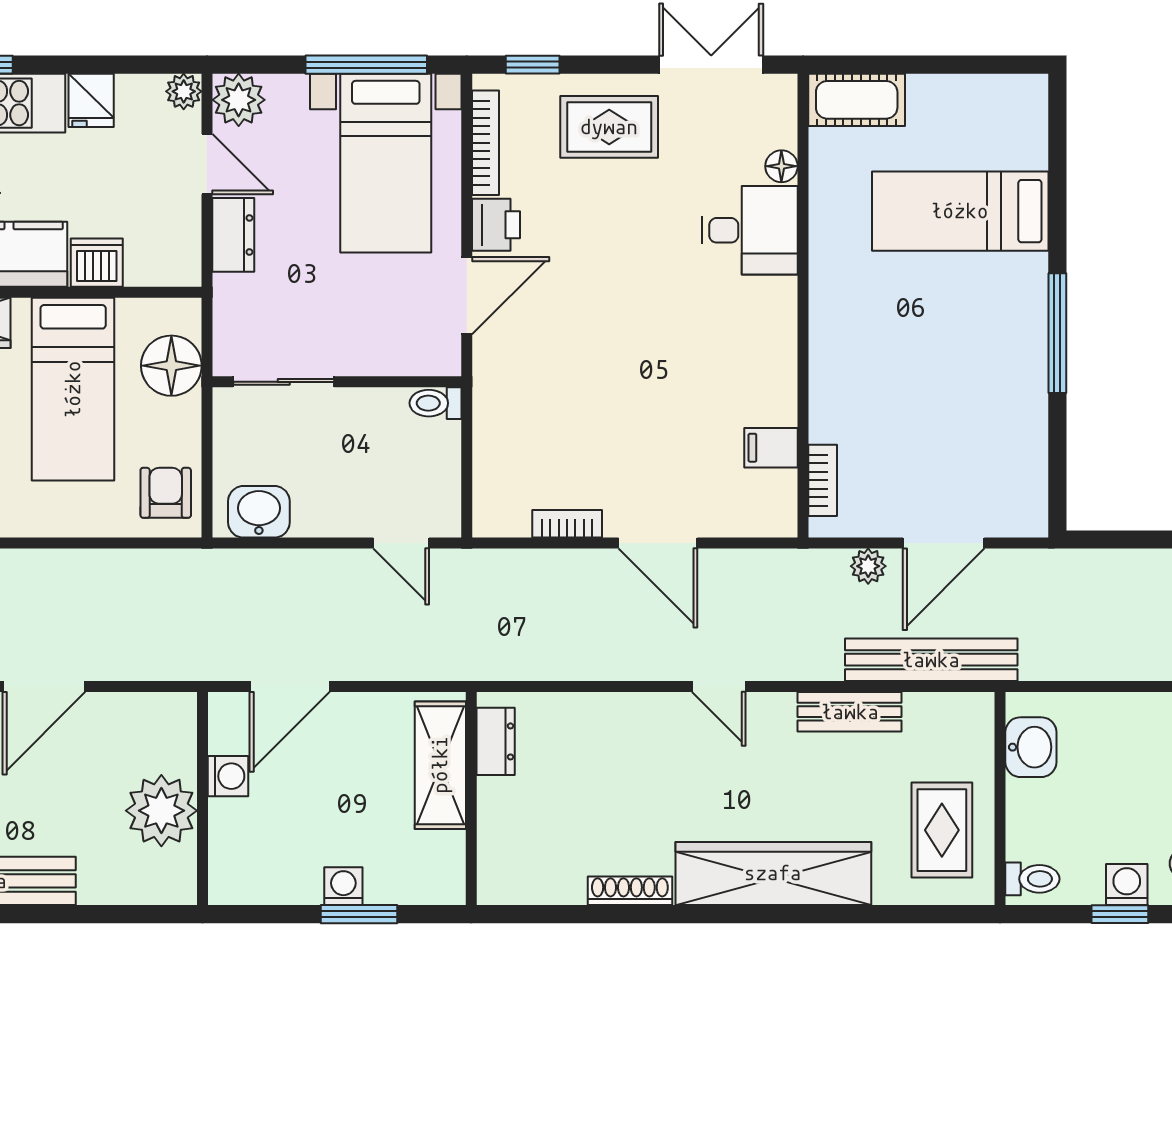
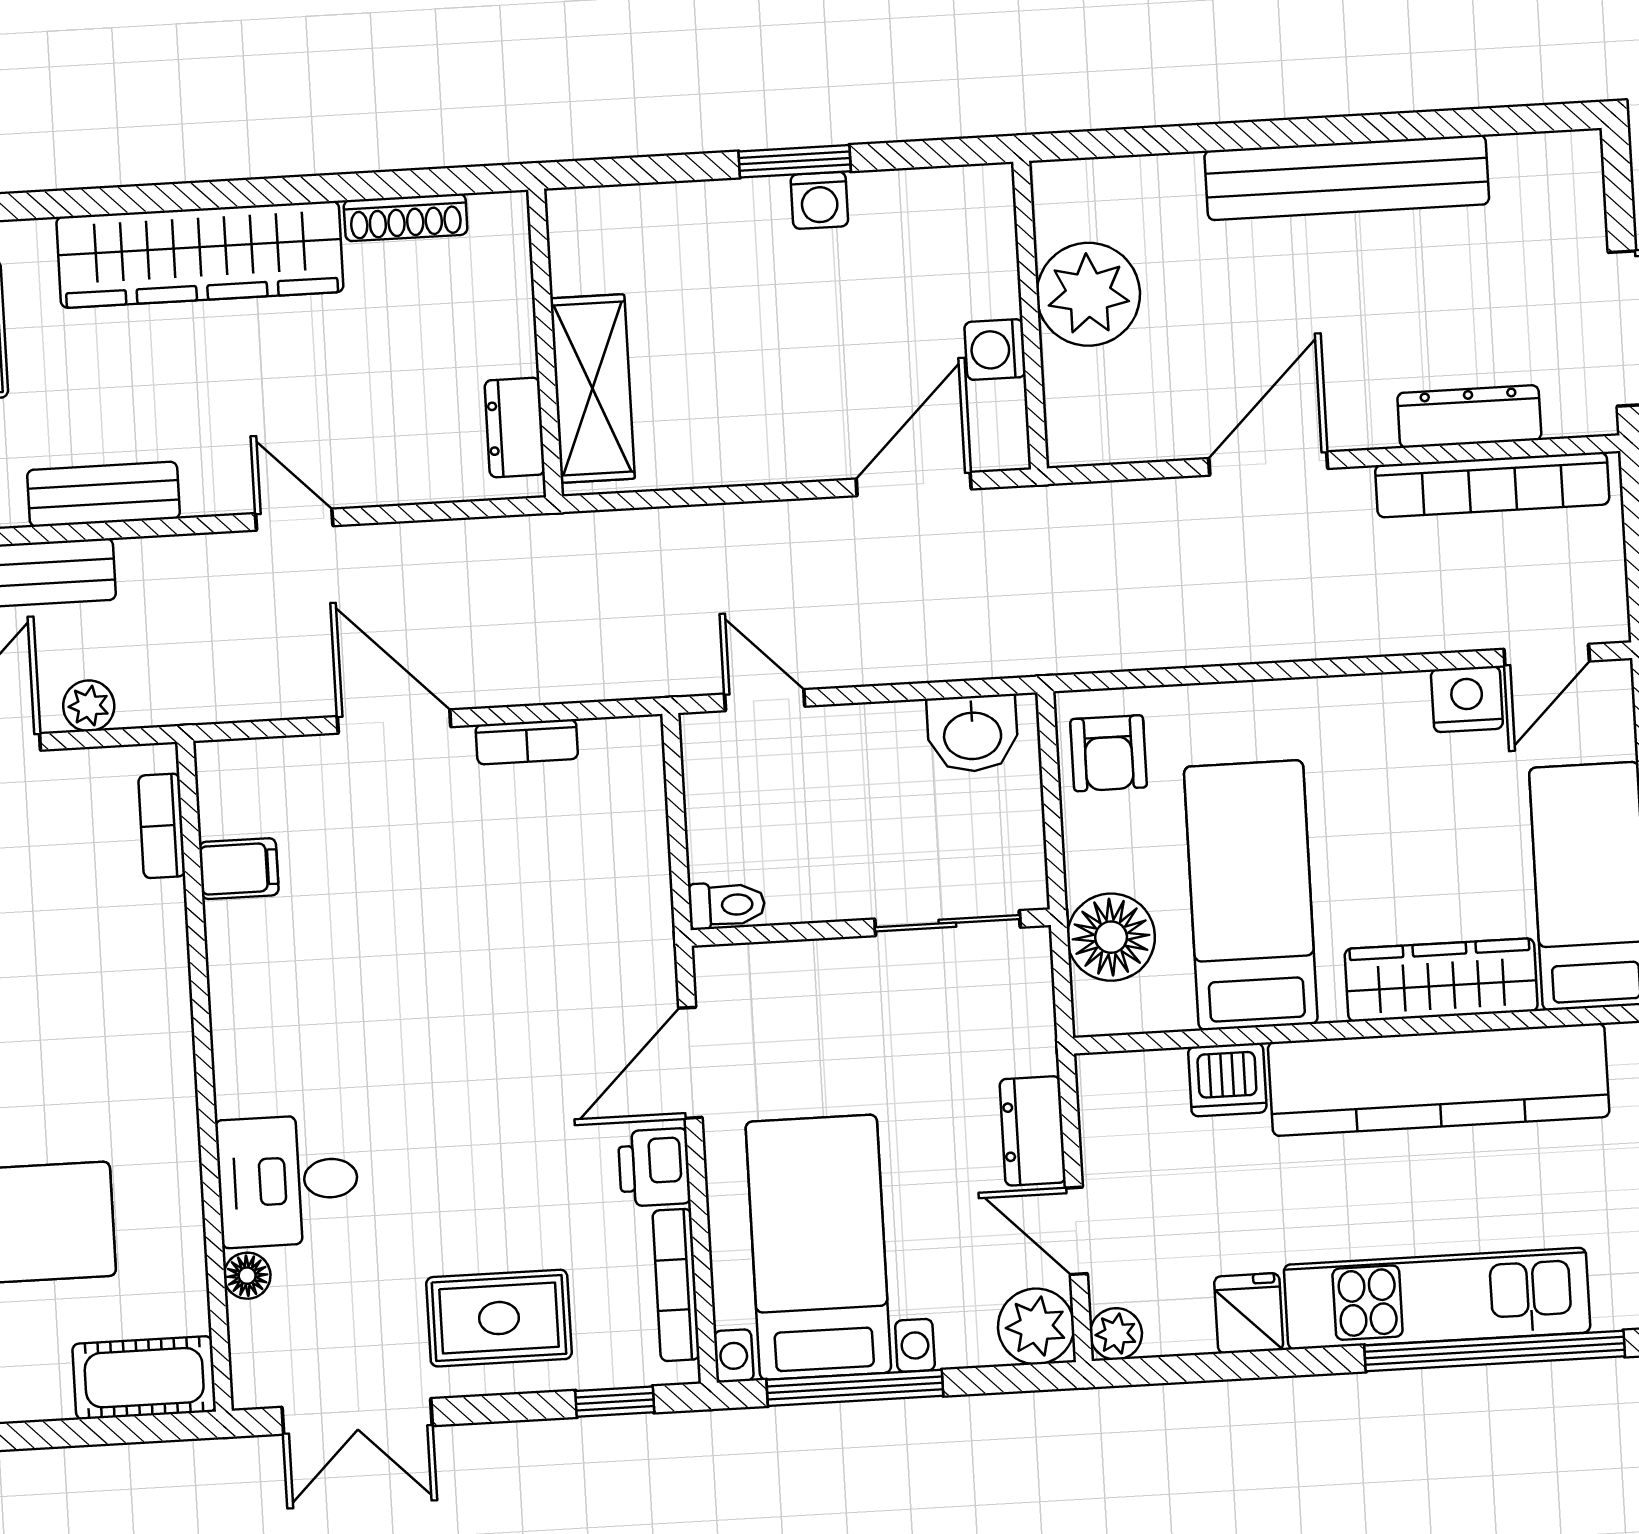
dresser: (496, 741) -> (515, 428), moved
shelving: (440, 765) -> (593, 389), moved
wall: (471, 799) -> (545, 343), moved

